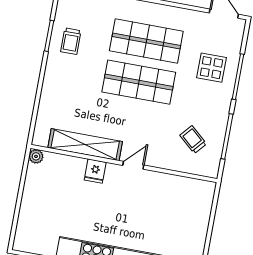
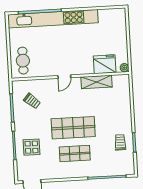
shop shelf: (146, 41) -> (75, 154), width x0.70, depth x0.74
shelving: (85, 145) -> (96, 82), width x0.68
fridge: (95, 171) -> (105, 64), moved, width x1.88, depth x1.34
cafe table: (192, 206) -> (23, 61), added

